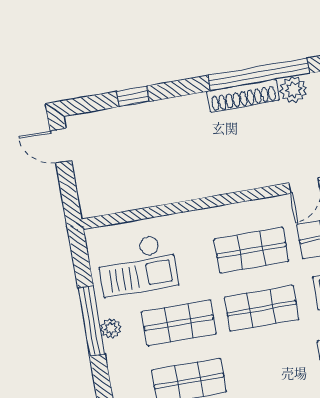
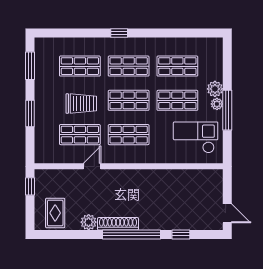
window: (259, 74) -> (132, 234), moved
plant: (119, 353) -> (215, 89), added
shop shelf: (272, 366) -> (129, 66), added

